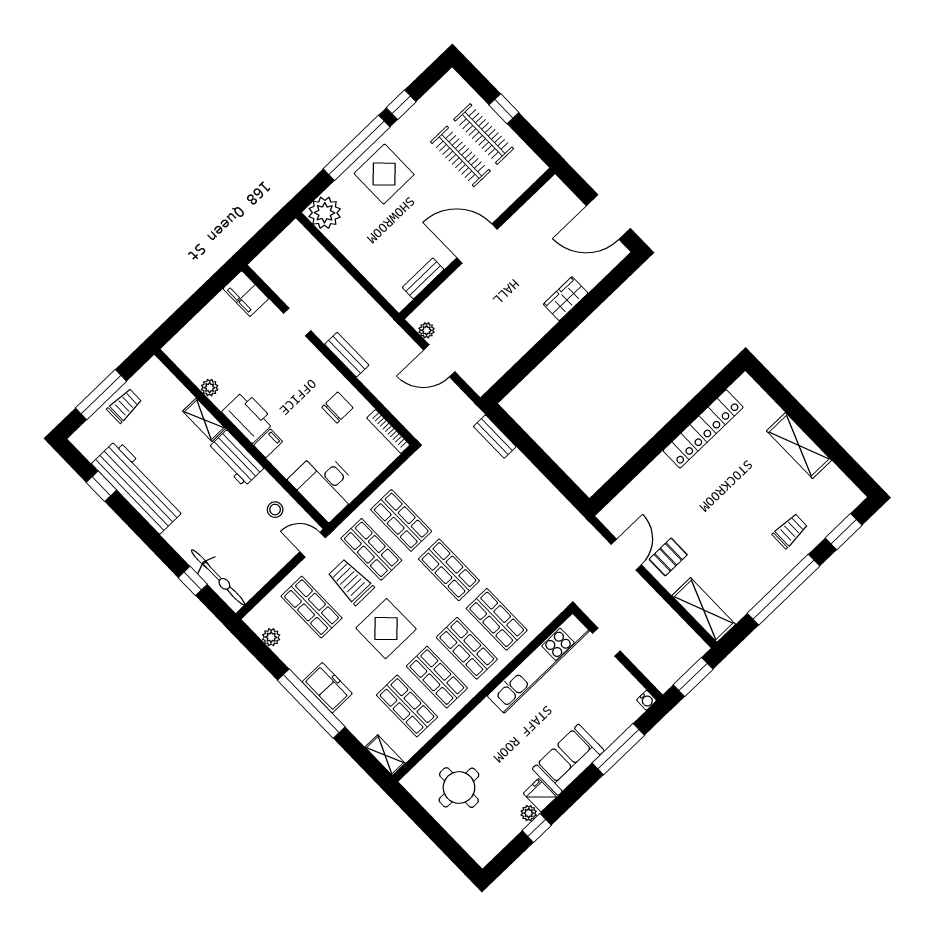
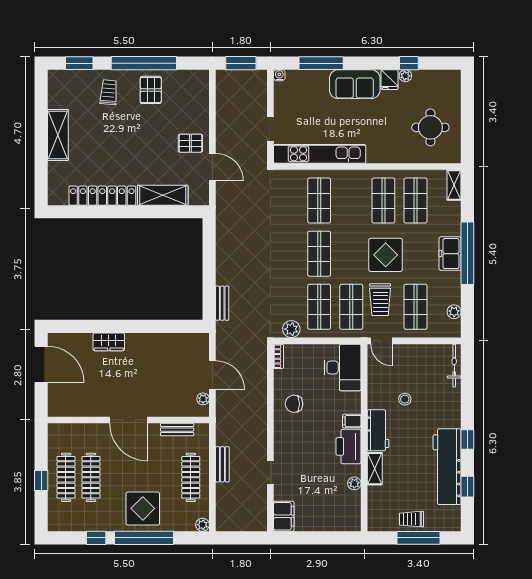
plant: (325, 213) -> (202, 525), width x0.53, depth x0.53
clothes rail: (367, 246) -> (191, 477), added
bench: (347, 355) -> (222, 464), moved
bookcase: (388, 431) -> (279, 356), width x0.64
plant: (407, 475) -> (291, 329), added
stool: (275, 510) -> (405, 399), moved
trolley: (790, 531) -> (109, 92), turned 95
door: (626, 555) -> (212, 167), swing flipped
pallet: (753, 571) -> (151, 90), added
bicycle: (218, 577) -> (454, 366), width x0.73, depth x0.71
window: (193, 581) -> (467, 439), moved
shelving: (704, 610) -> (163, 195), moved, turned 90
shop shelf: (467, 648) -> (351, 201), removed

